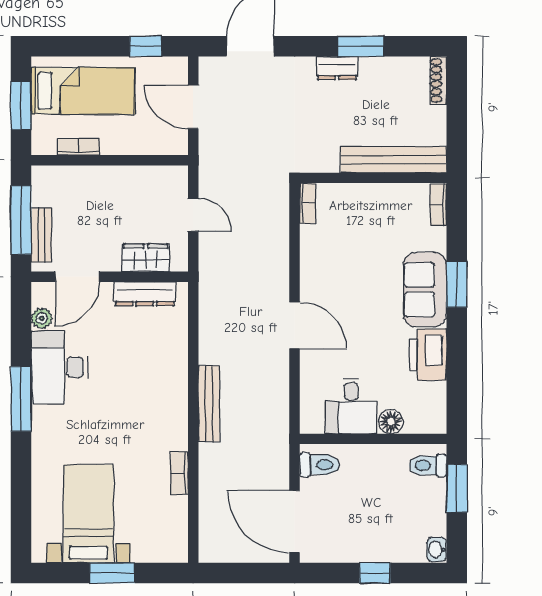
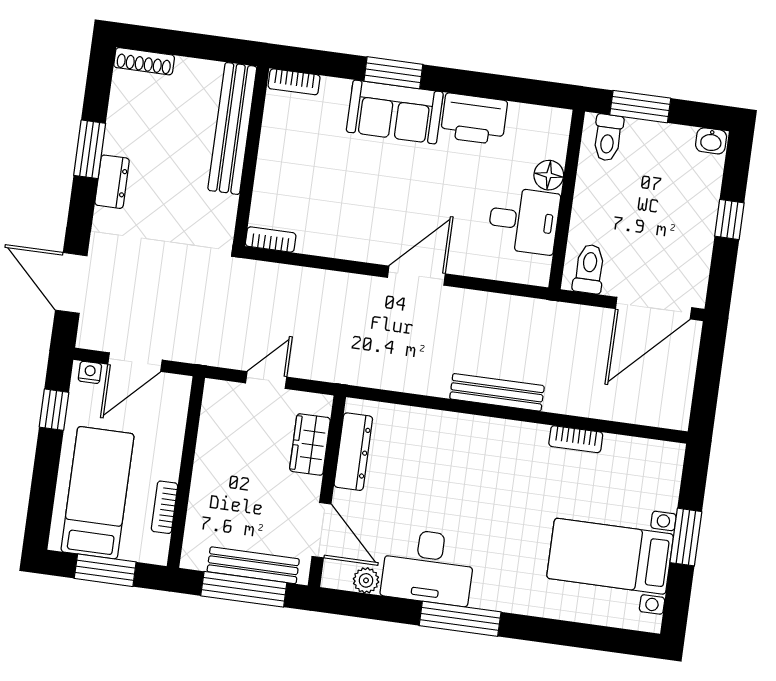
nightstand: (180, 71) -> (90, 372), added
bench: (41, 235) -> (253, 565), width x1.36

